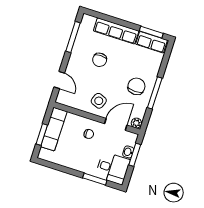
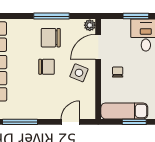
chair: (100, 60) -> (46, 67), moved
door: (116, 124) -> (98, 47), hinge flipped
washbasin: (128, 152) -> (123, 24), removed
window: (135, 155) -> (136, 16), moved

